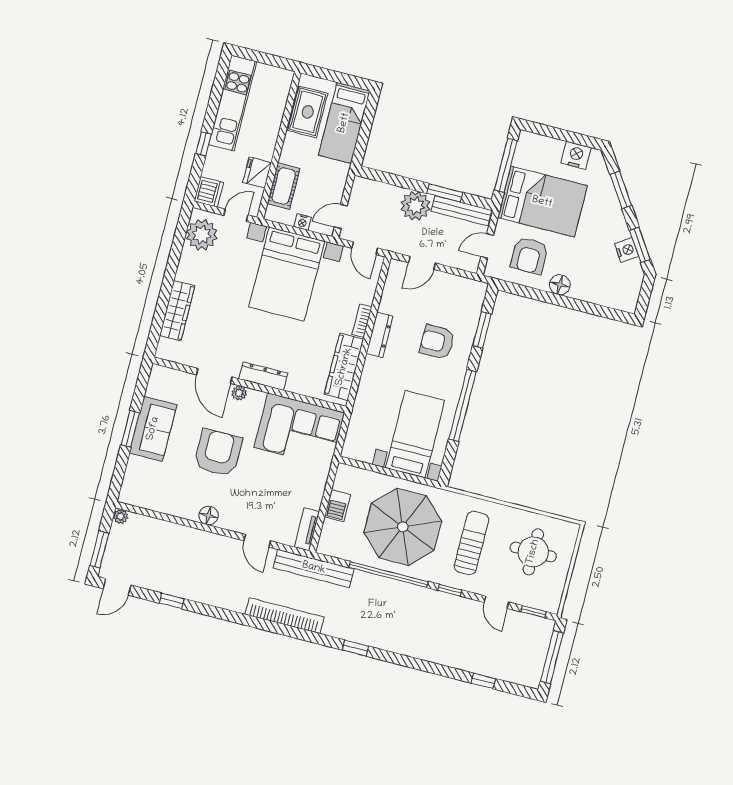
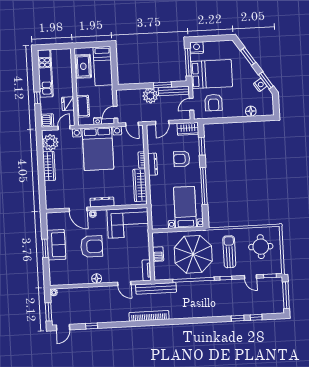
nightstand: (576, 155) -> (197, 48), moved
floor lamp: (560, 285) -> (251, 111), moved
wardrobe: (466, 290) -> (188, 129), added
wardrobe: (177, 311) -> (49, 166), moved
armchair: (218, 453) -> (92, 246), turned 90
window: (355, 648) -> (238, 318), moved

